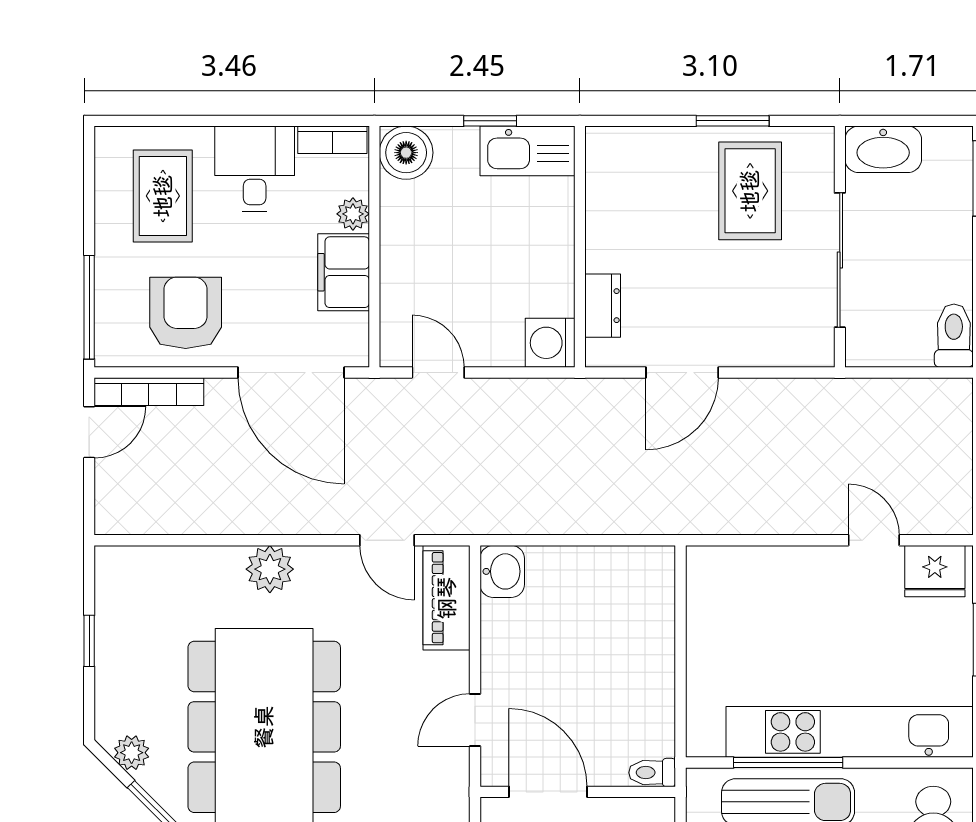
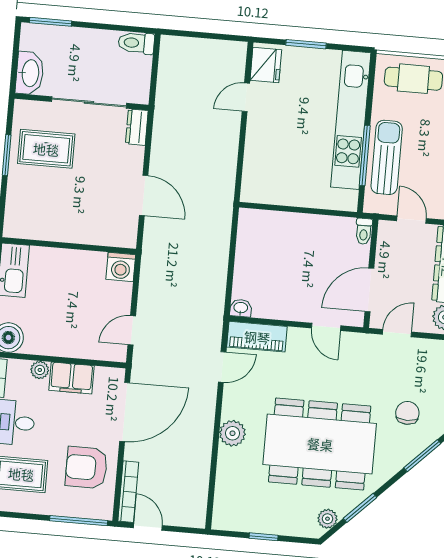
dresser: (603, 306) -> (137, 127), moved, turned -90
washbasin: (502, 571) -> (241, 308), width x0.72, depth x0.69

